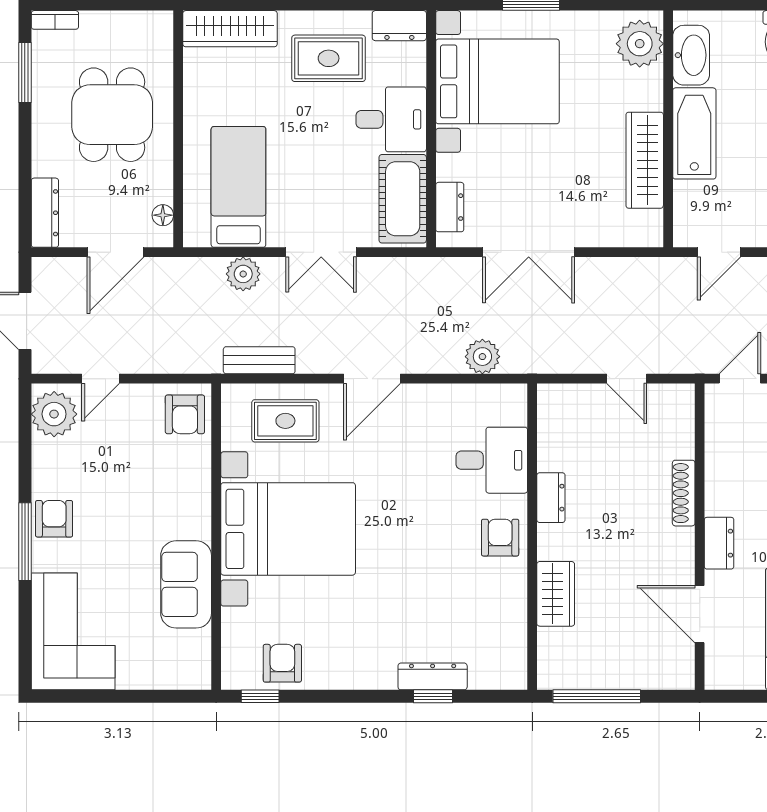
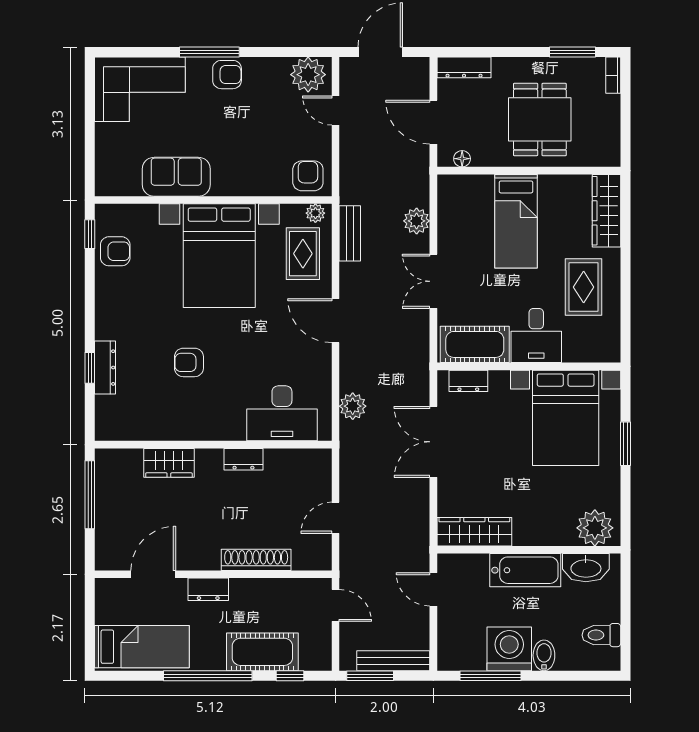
dresser: (399, 26) -> (609, 342), removed
dining table: (112, 115) -> (540, 119), turned 90
wardrobe: (645, 160) -> (474, 532), moved
bed: (238, 187) -> (516, 221), moved, turned 90
plant: (233, 405) -> (315, 213), added
armchair: (185, 414) -> (308, 176), turned 90
desk: (492, 460) -> (282, 413), width x1.37
shoe rack: (684, 493) -> (256, 560), width x1.36, depth x1.24
armchair: (500, 538) -> (189, 362), moved, turned 180

